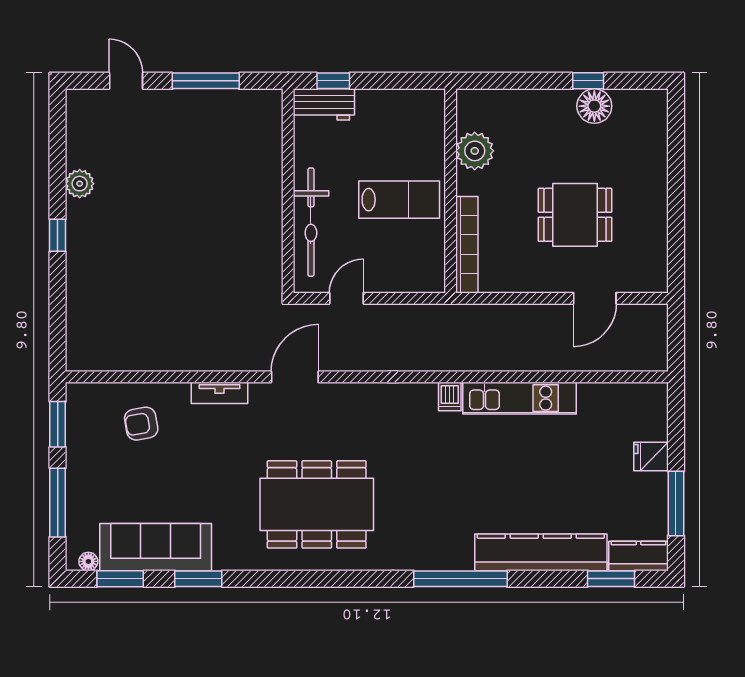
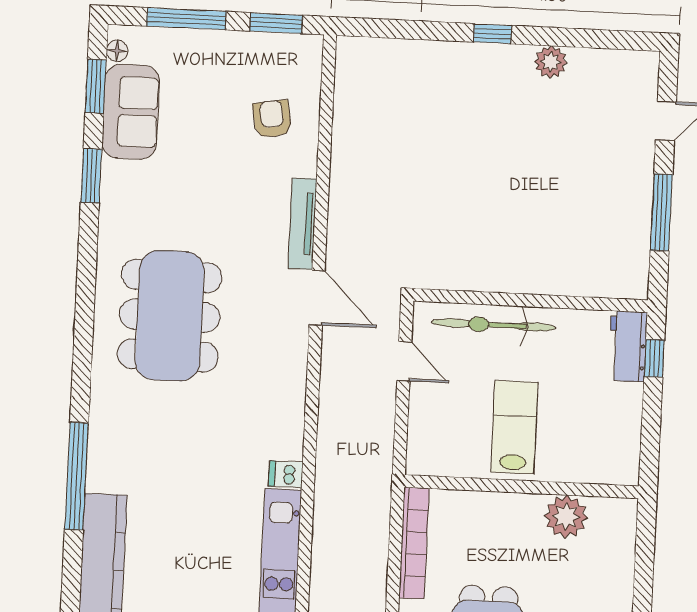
lab bench: (399, 200) -> (514, 427), turned 180
bookcase: (467, 245) -> (414, 543), moved, turned -90
tv unit: (219, 393) -> (302, 224), width x1.41
sofa: (156, 547) -> (131, 112), width x0.73

